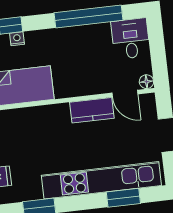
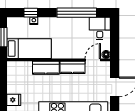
door: (125, 93) -> (93, 60), swing flipped
kitchen counter: (47, 116) -> (46, 68), added

